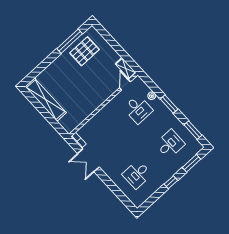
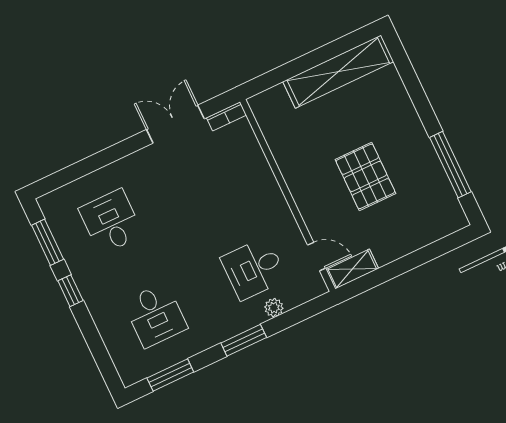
pallet: (84, 51) -> (365, 176), moved
window: (192, 163) -> (48, 242), moved

